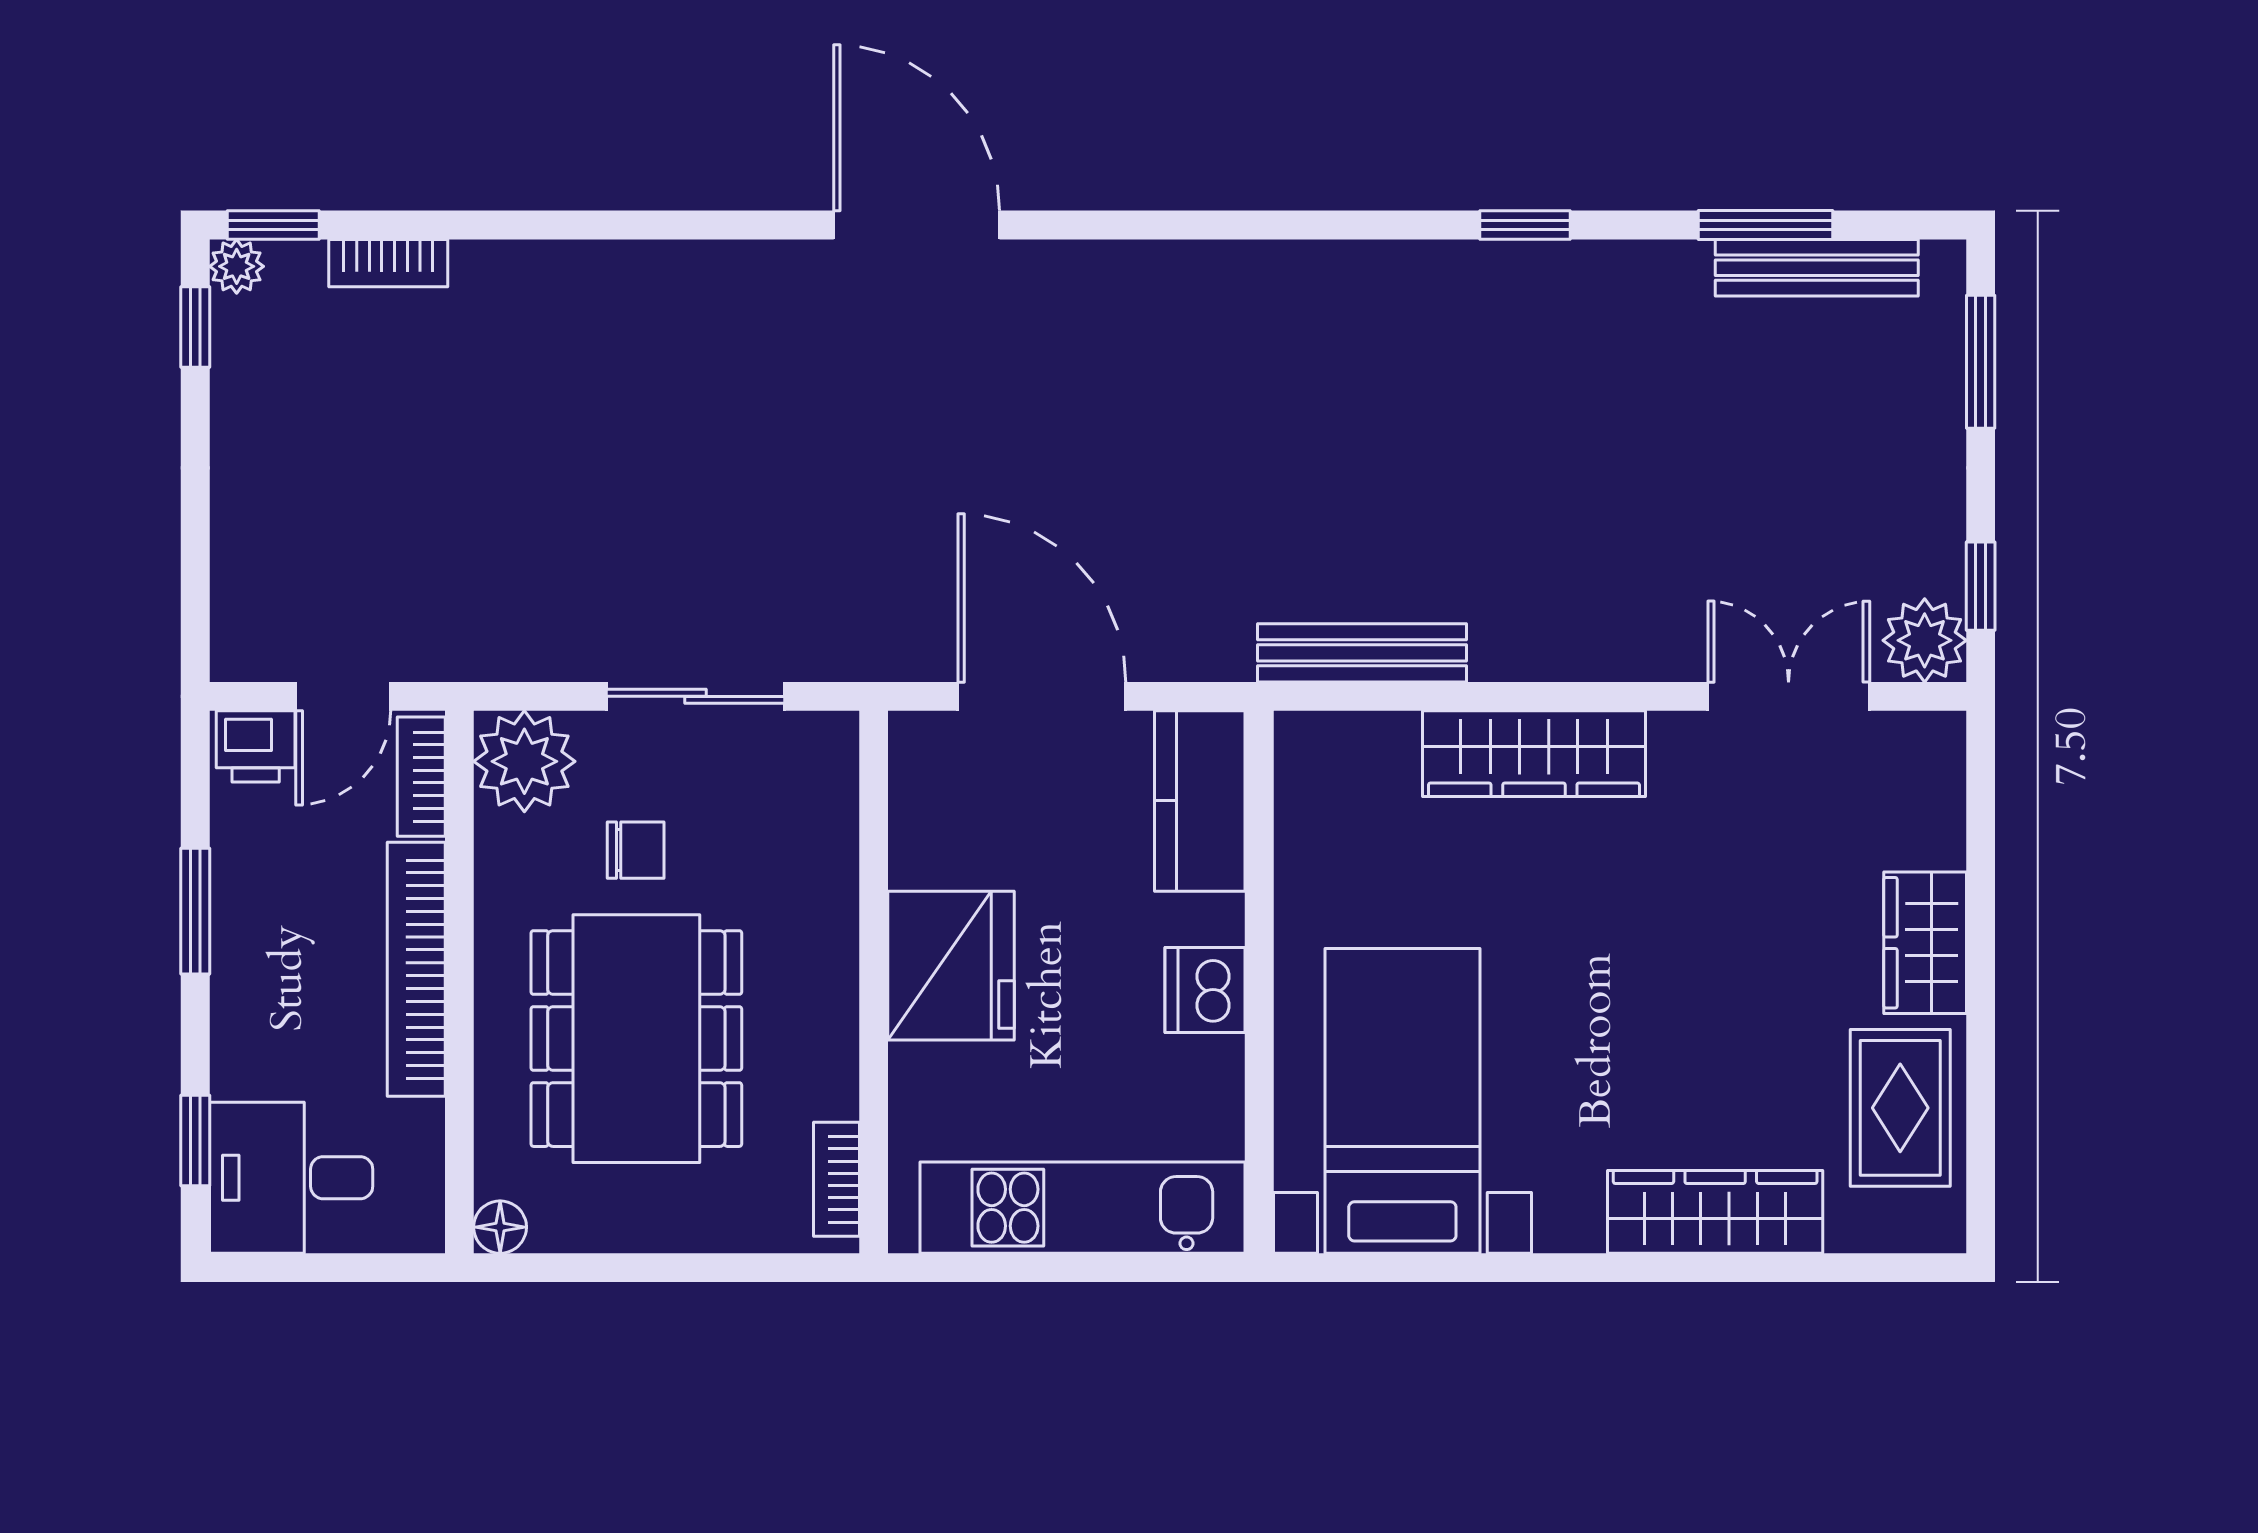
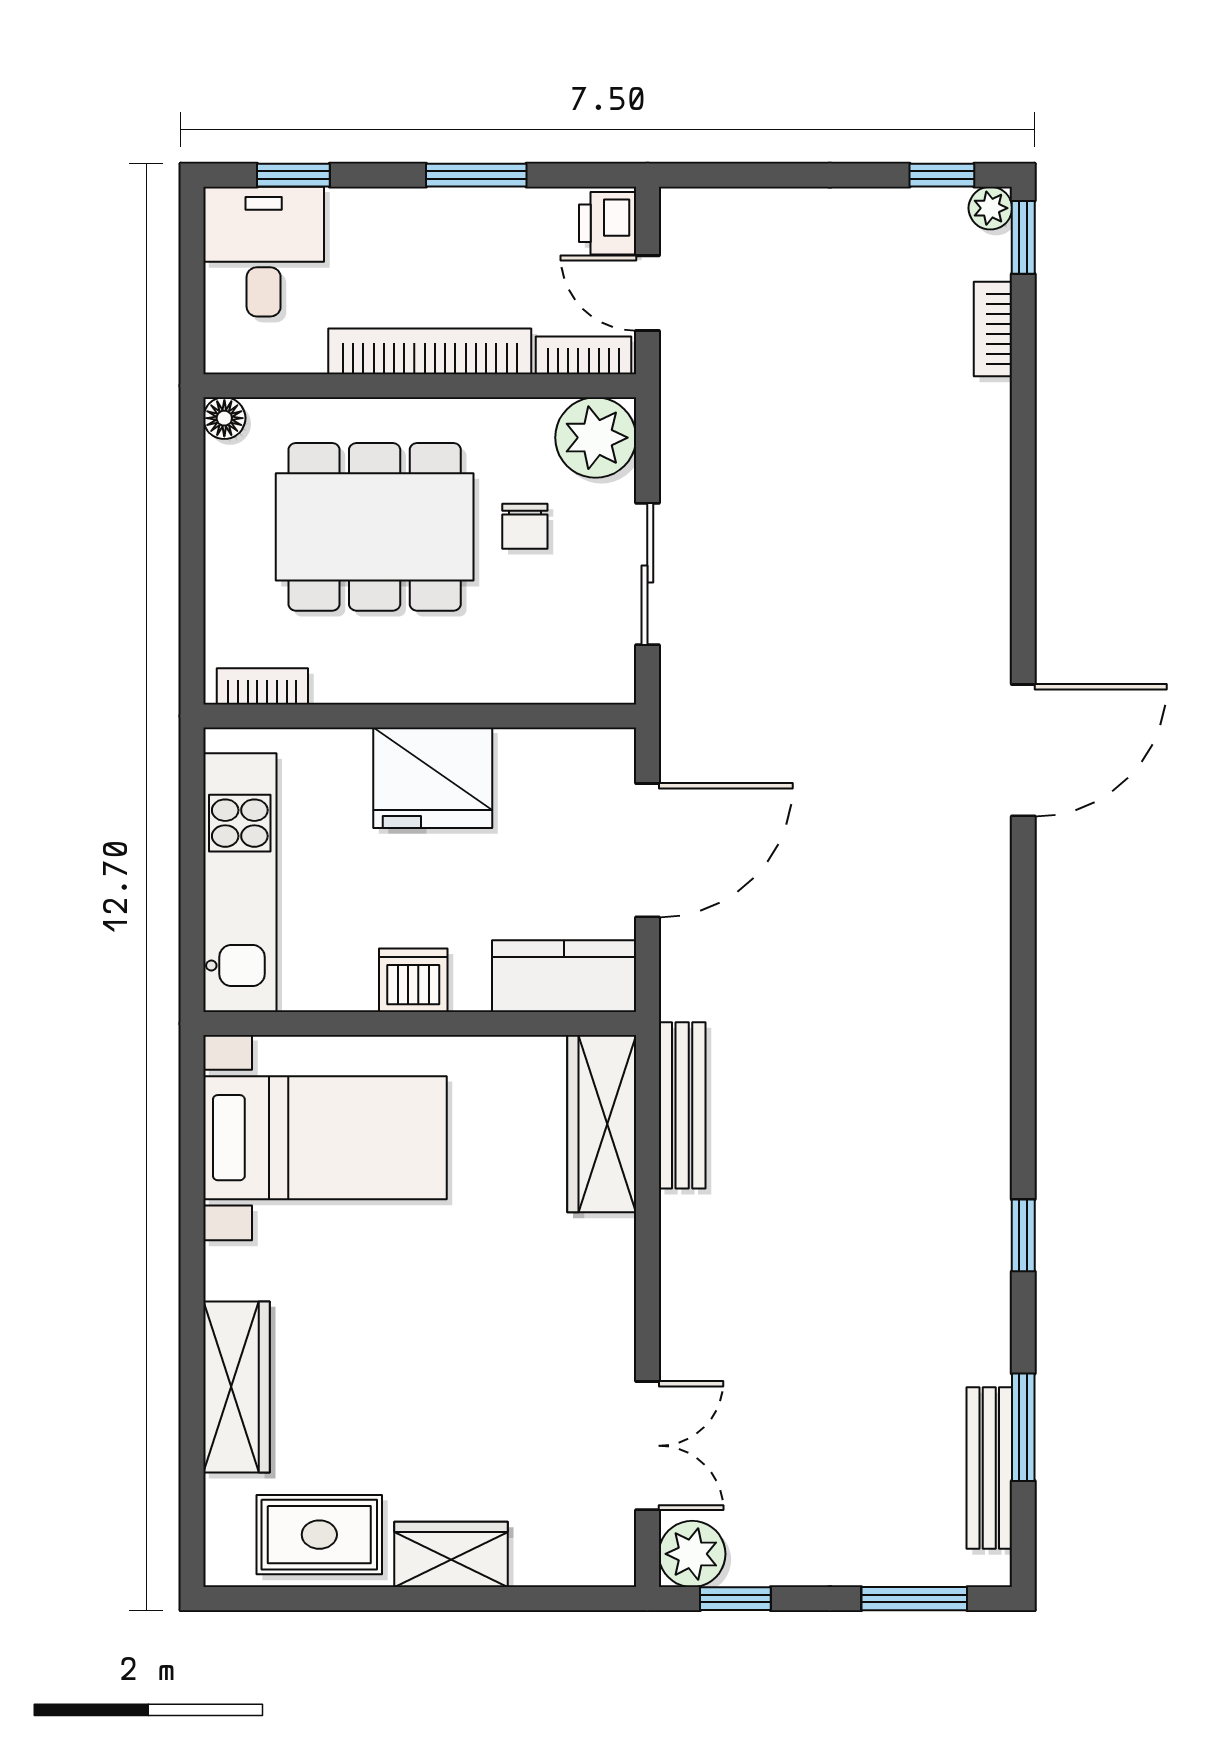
wardrobe: (1534, 754) -> (602, 1124), moved

